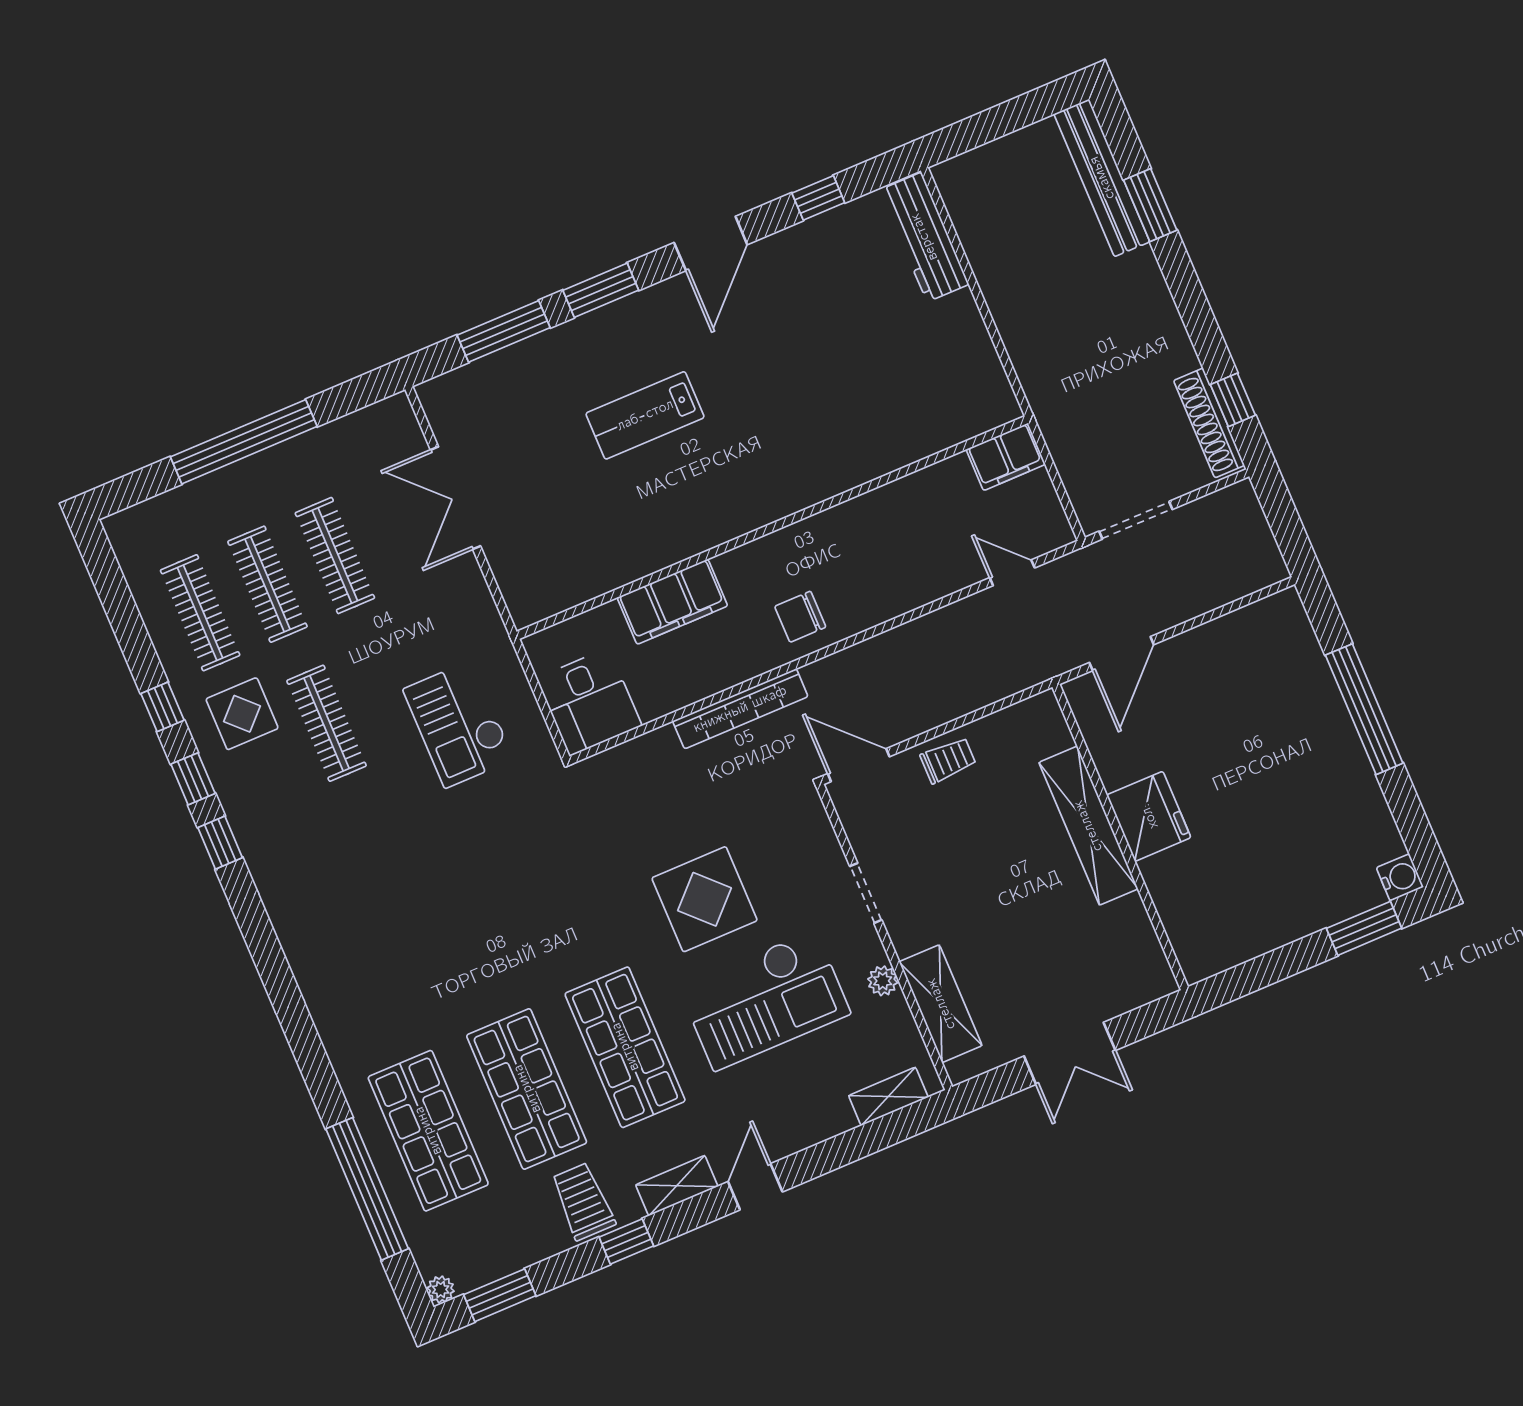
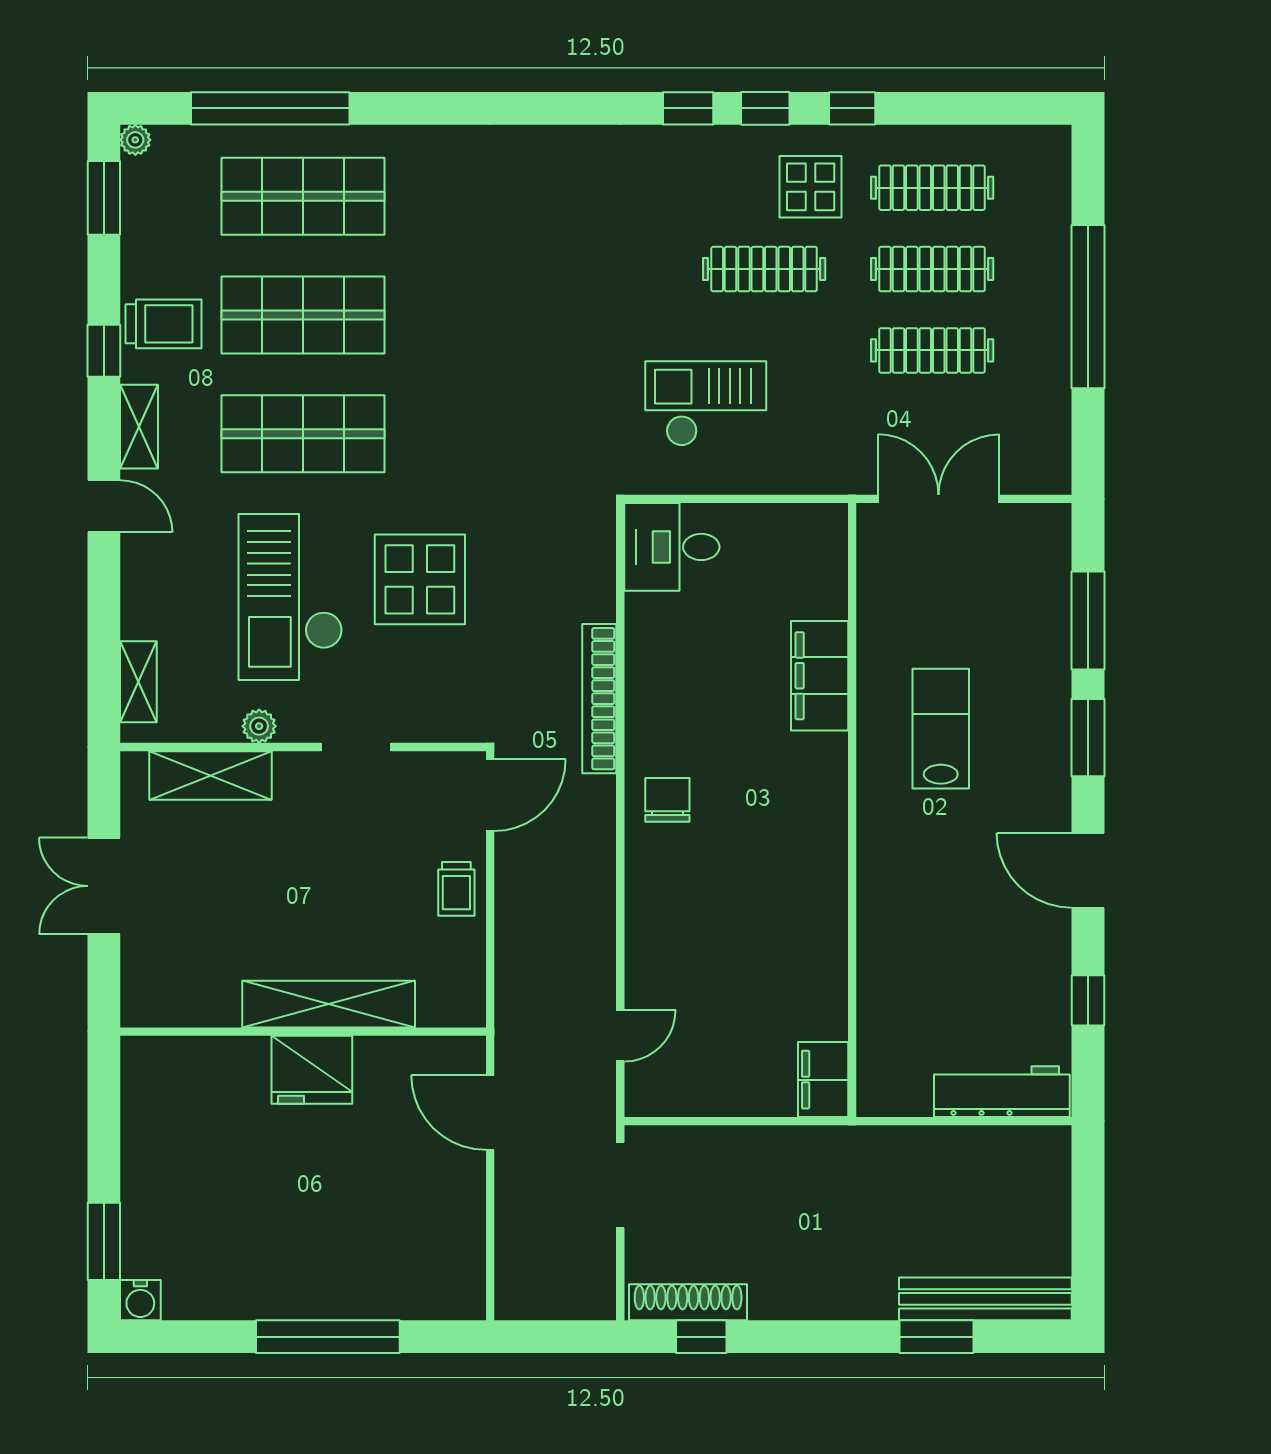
filing cabinet: (1006, 457) -> (823, 1080), moved
wall: (772, 528) -> (852, 810), moved
filing cabinet: (672, 602) -> (820, 676), moved

